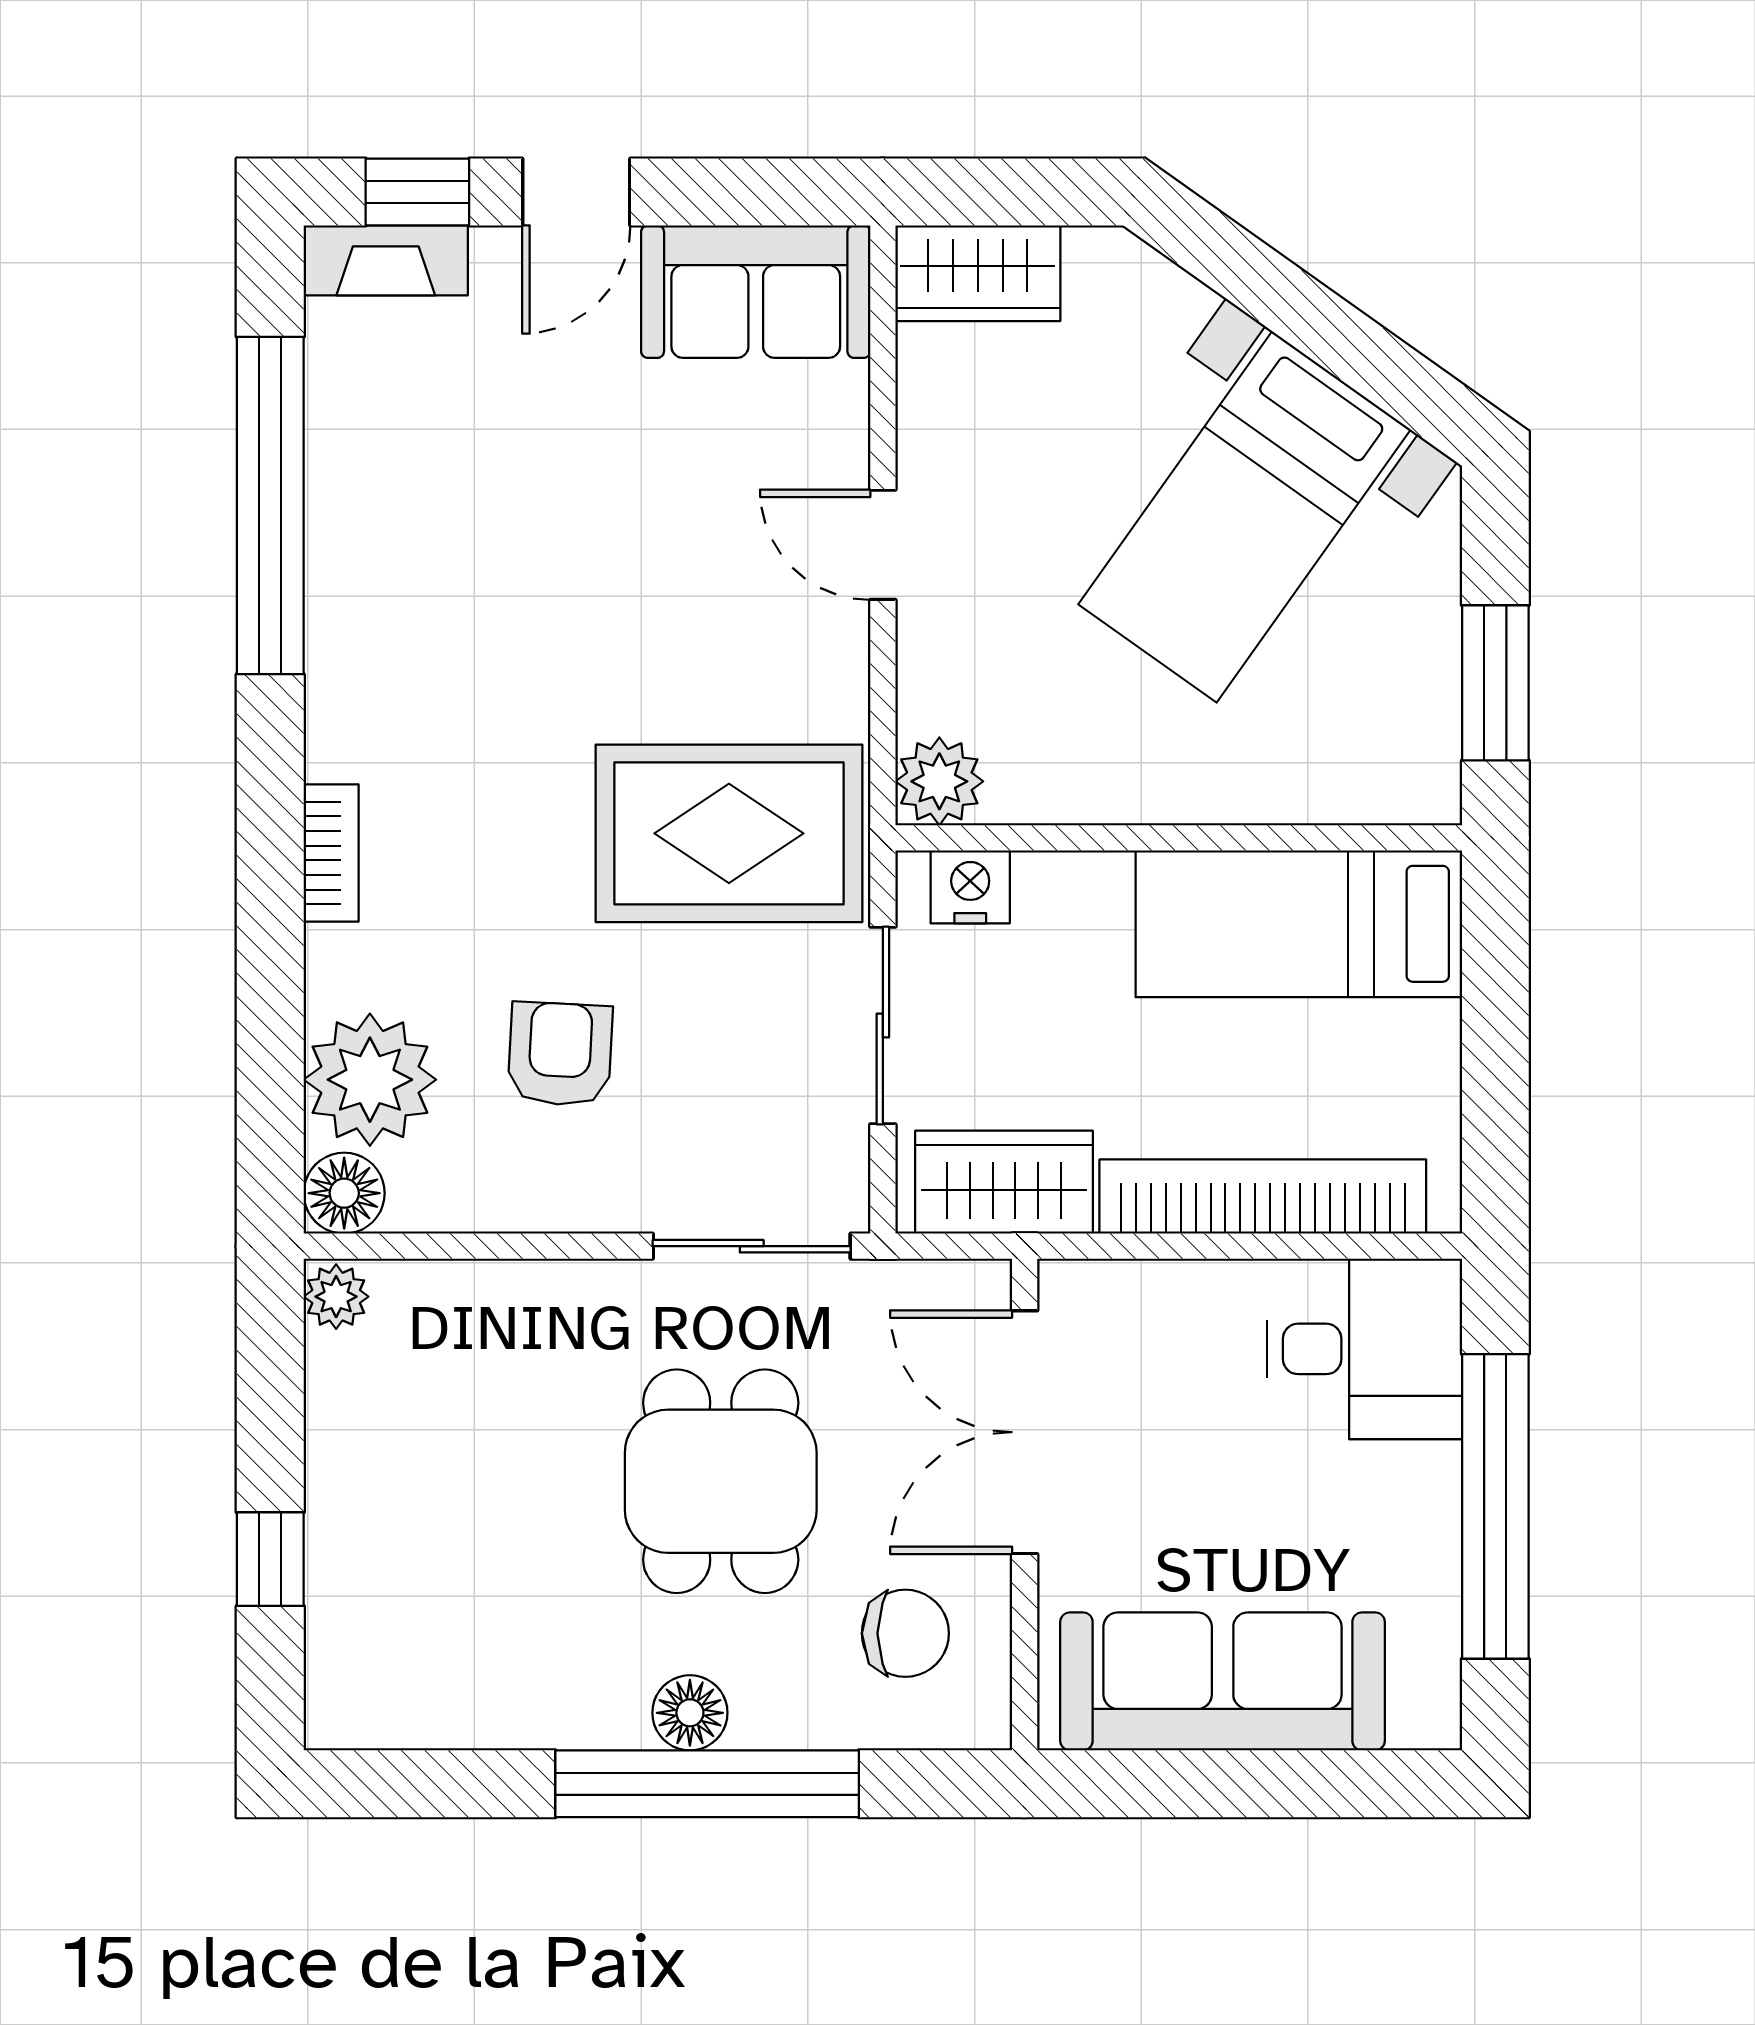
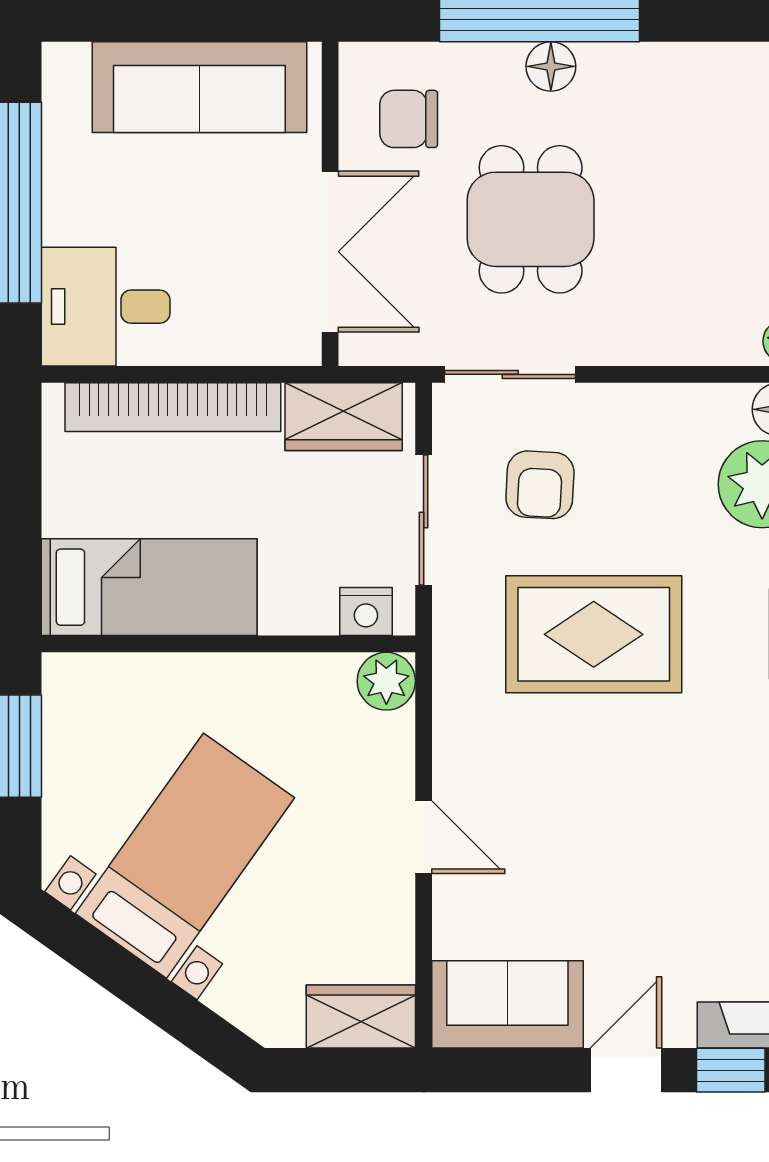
rug: (729, 833) -> (594, 634), moved
armchair: (560, 1054) -> (540, 485), moved

